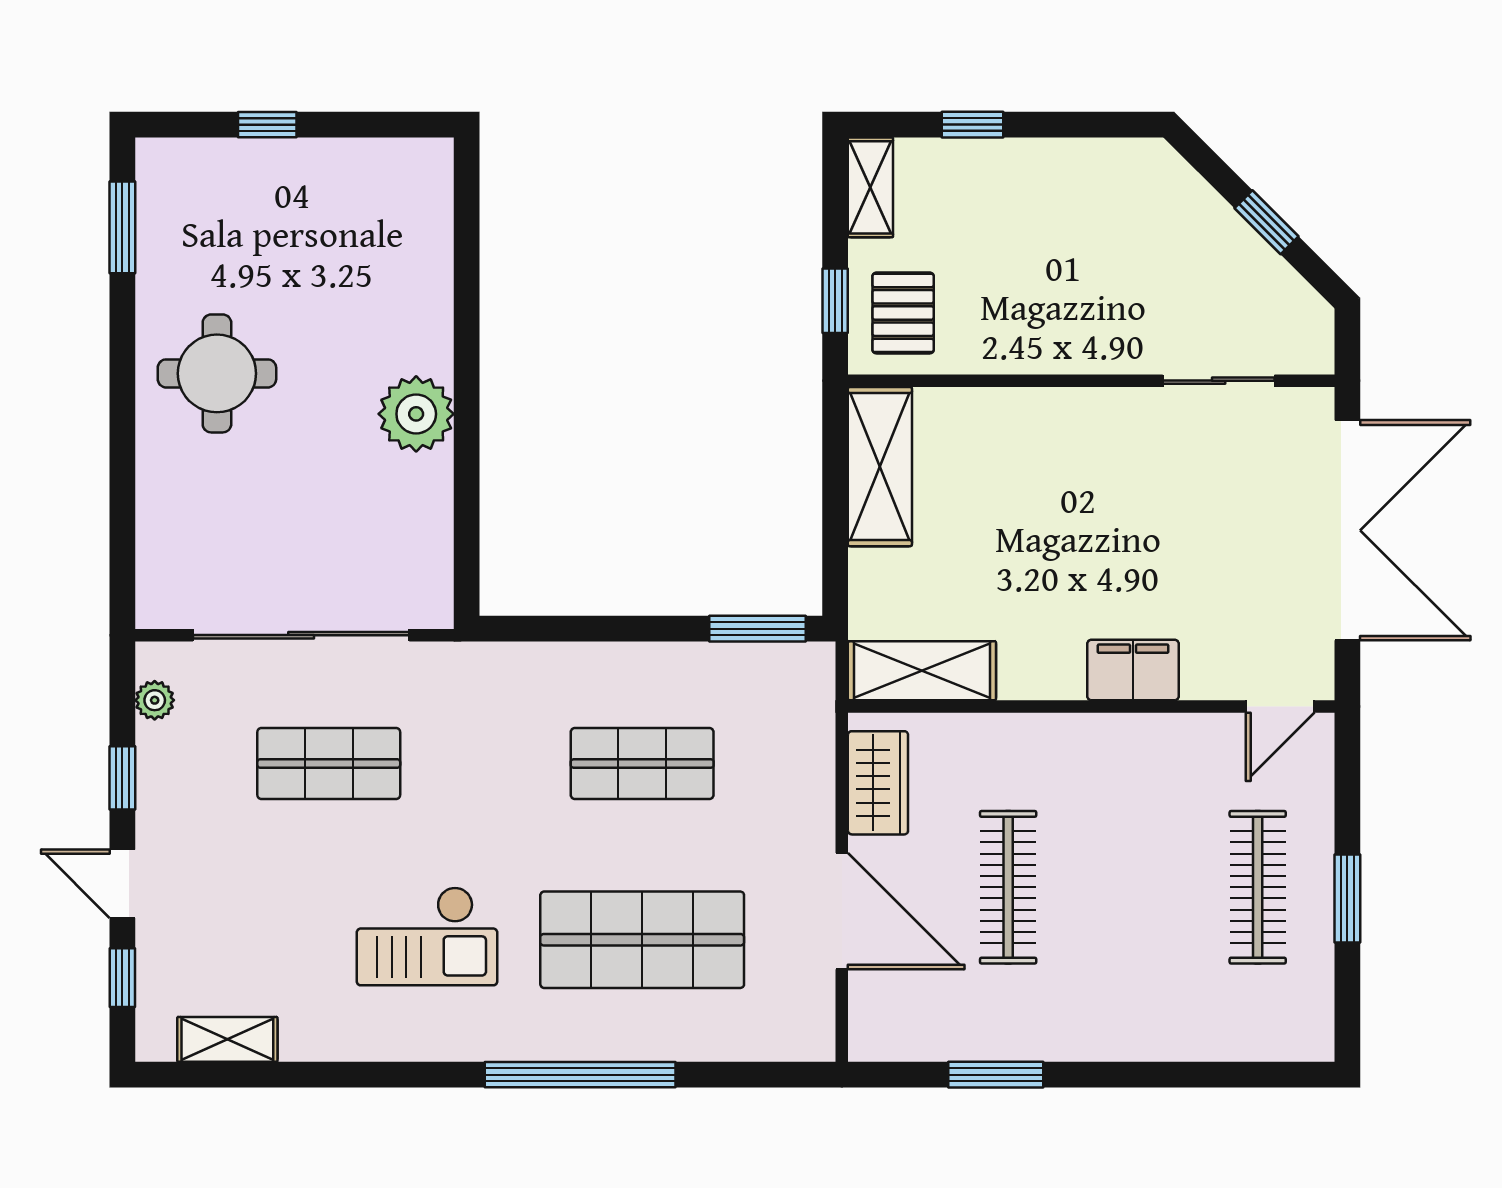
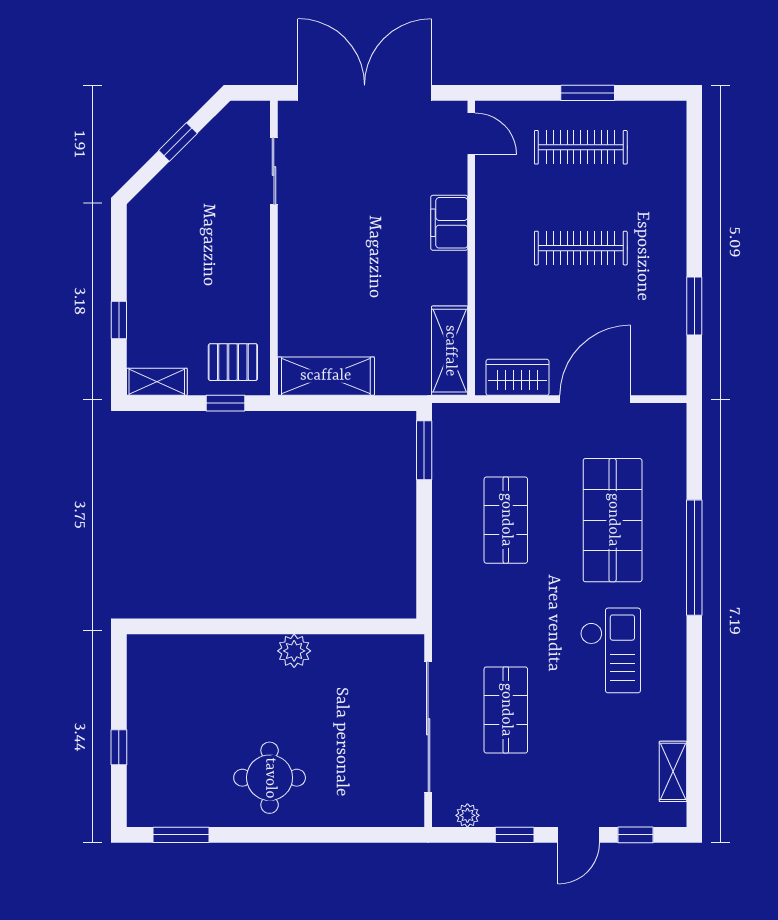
plant: (416, 414) -> (294, 651), width x0.73, depth x0.73
clothes rail: (1008, 887) -> (581, 248), moved

